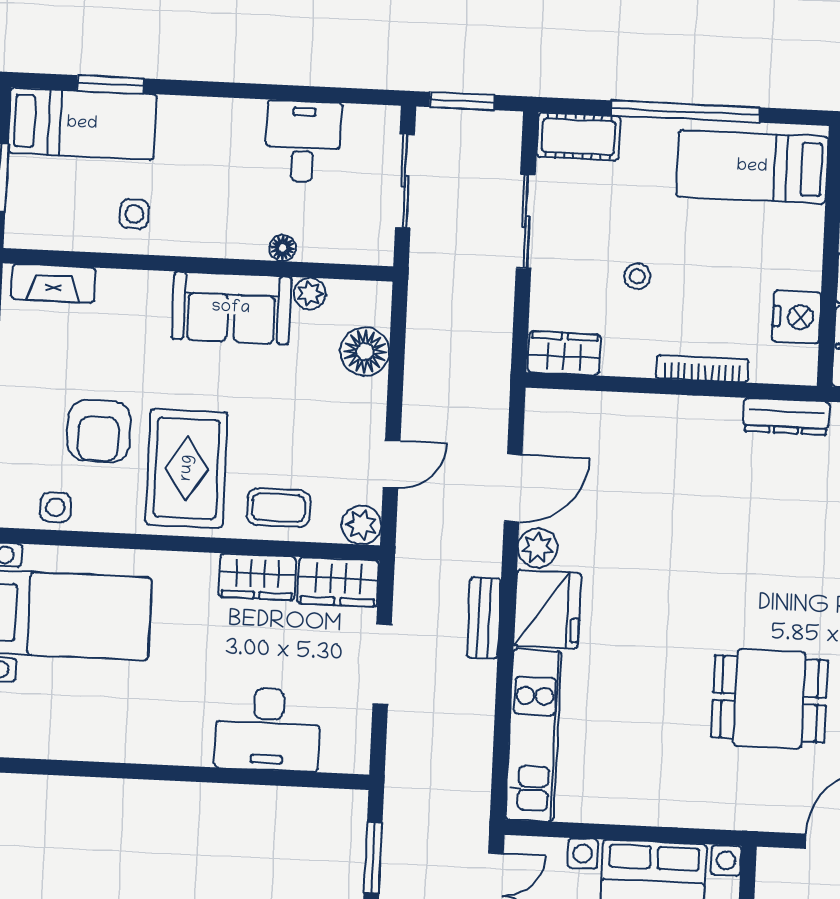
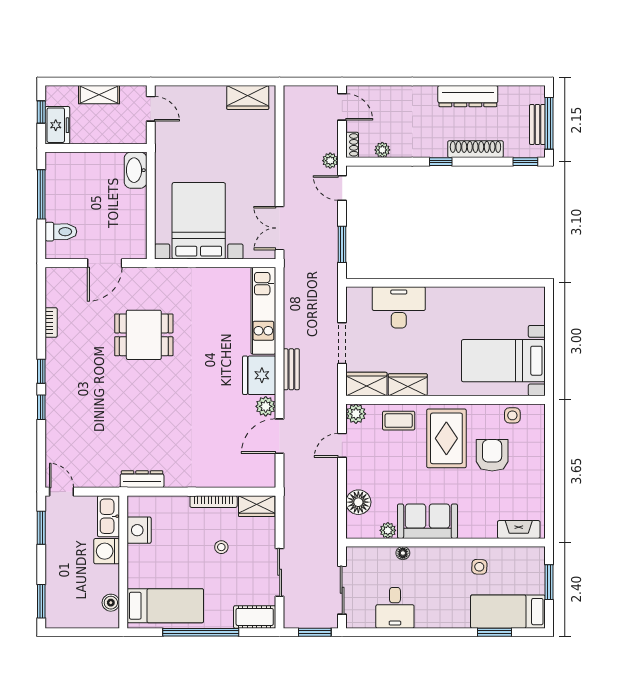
bookcase: (702, 369) -> (214, 502), moved

